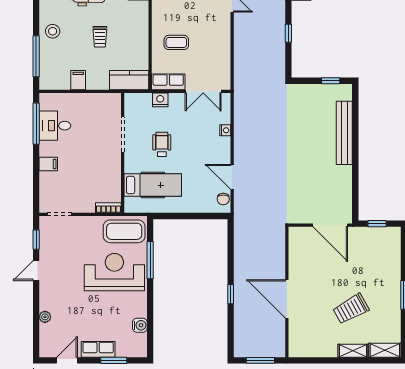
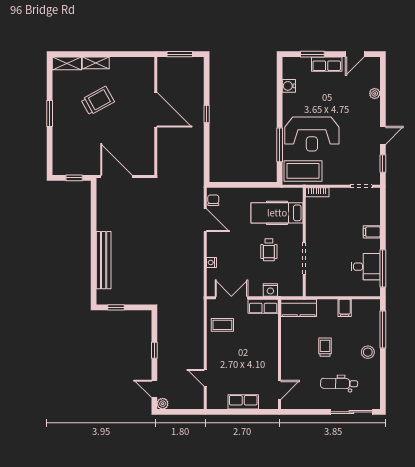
coffee table: (176, 42) -> (222, 325), moved

